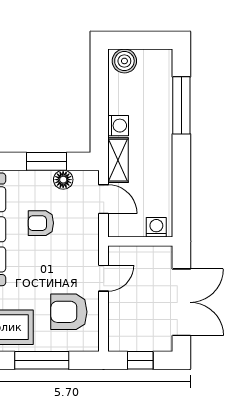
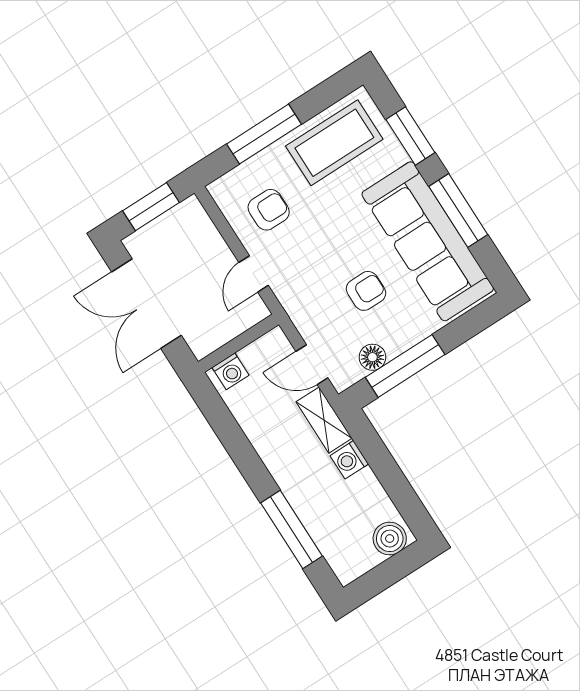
window: (46, 161) -> (405, 366), width x1.44
armchair: (69, 312) -> (269, 210), width x0.72, depth x0.72
window: (140, 360) -> (151, 207), width x1.50

